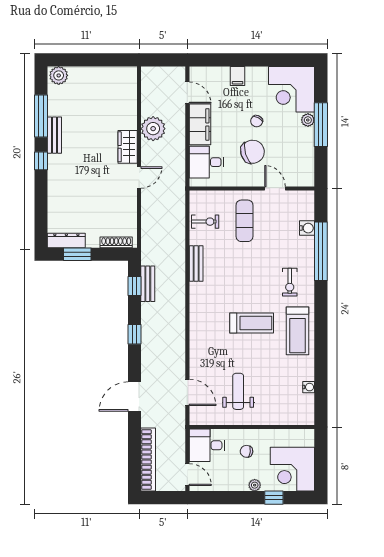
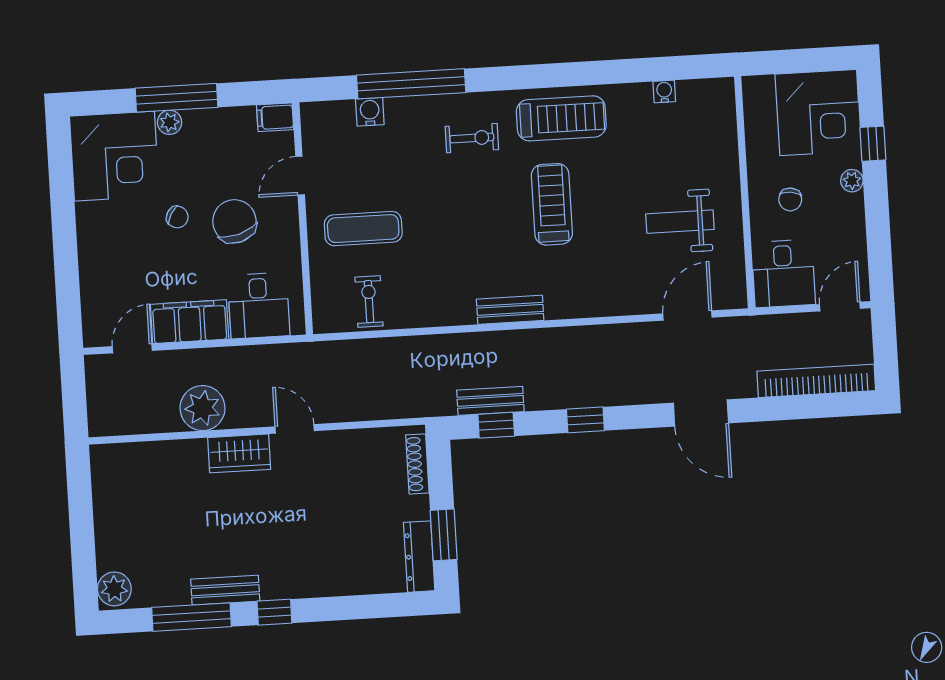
filing cabinet: (238, 76) -> (275, 117), moved, turned 180
bench: (196, 263) -> (510, 310), moved

